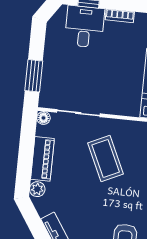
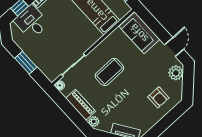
window: (34, 76) -> (26, 63), moved
coffee table: (106, 159) -> (109, 72), turned -65

